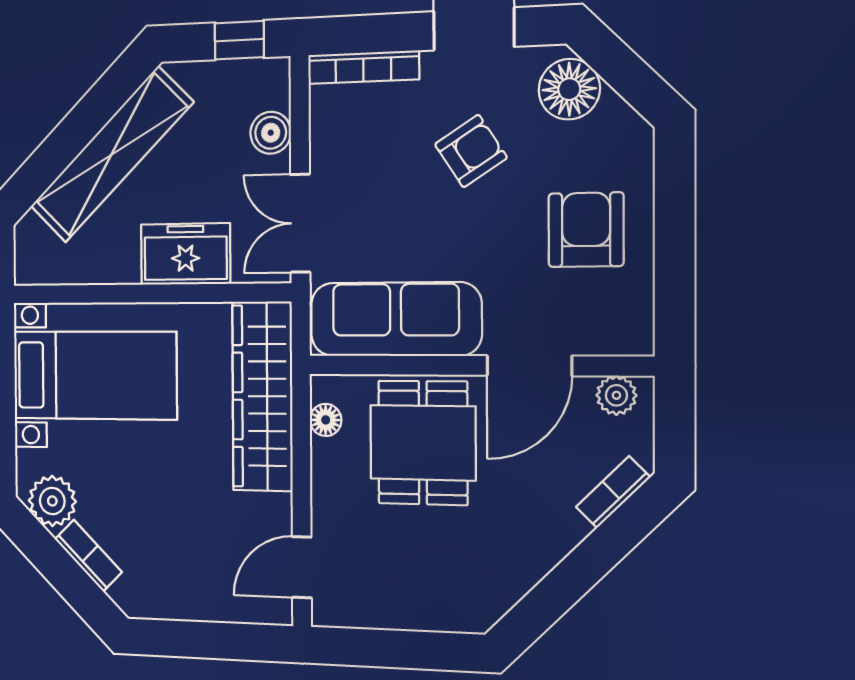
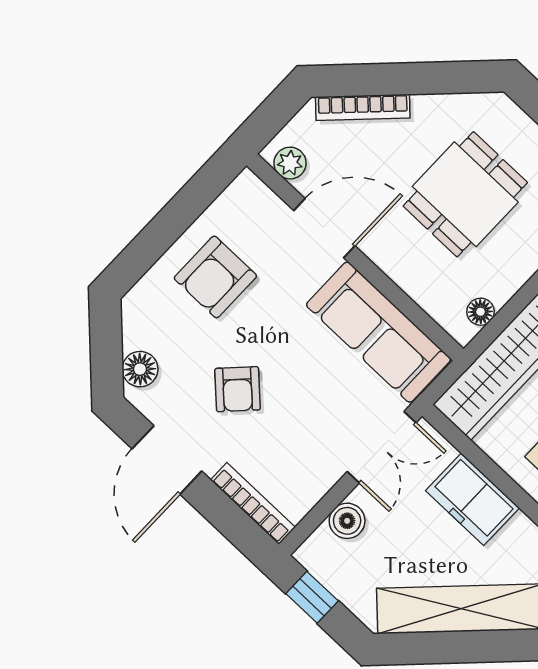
floor lamp: (569, 89) -> (140, 369), width x0.73, depth x0.73
armchair: (471, 151) -> (237, 389), turned -103
dining table: (423, 443) -> (465, 194), moved
bookcase: (613, 492) -> (363, 107), width x1.56

